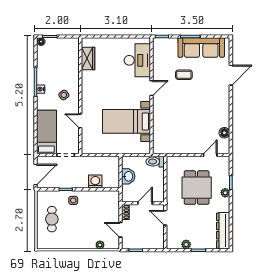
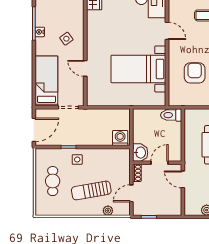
door: (152, 88) -> (167, 31), hinge flipped
armchair: (176, 125) -> (195, 73), added
washbasin: (128, 176) -> (140, 153), moved
washing machine: (95, 182) -> (120, 138), moved
sun lounger: (86, 227) -> (91, 190), added
door: (121, 230) -> (131, 193), hinge flipped

